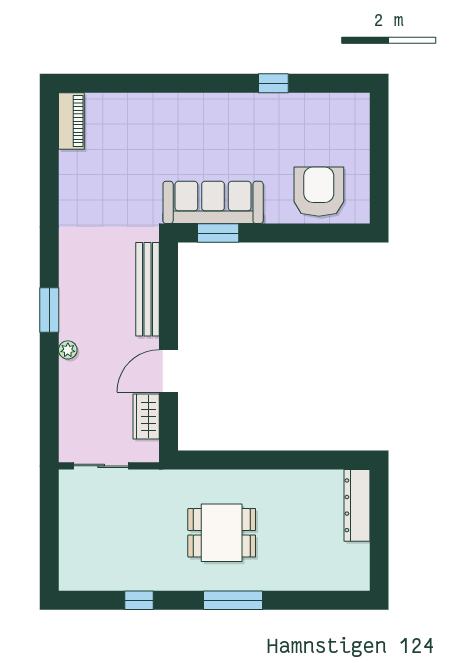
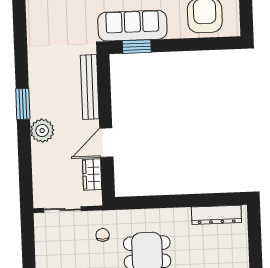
plant: (68, 350) -> (42, 131), width x1.88, depth x1.88
chair: (158, 505) -> (103, 235), added
dresser: (357, 505) -> (216, 215), moved, turned -90

